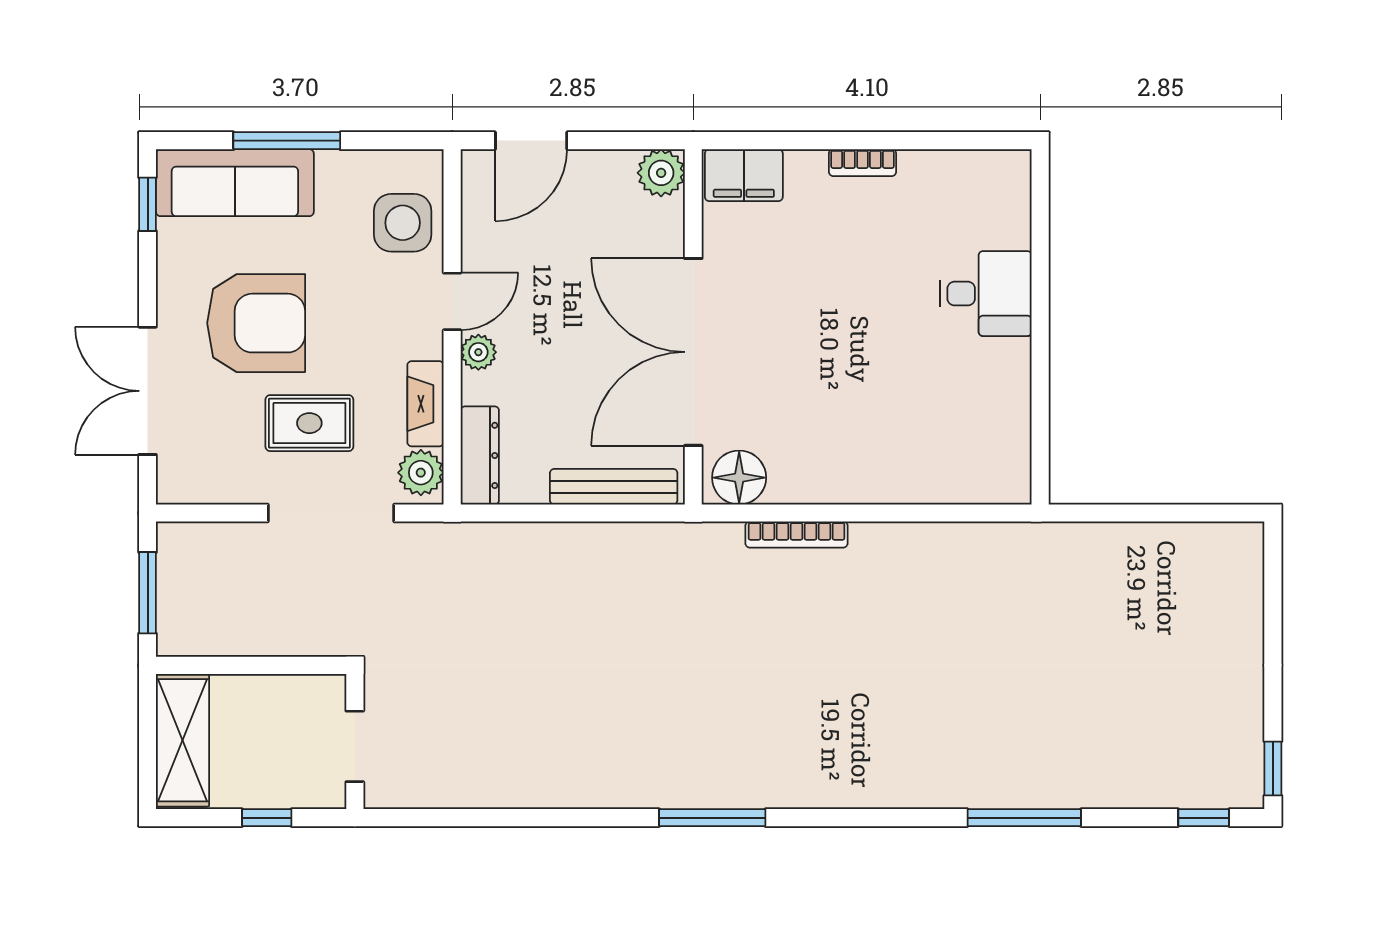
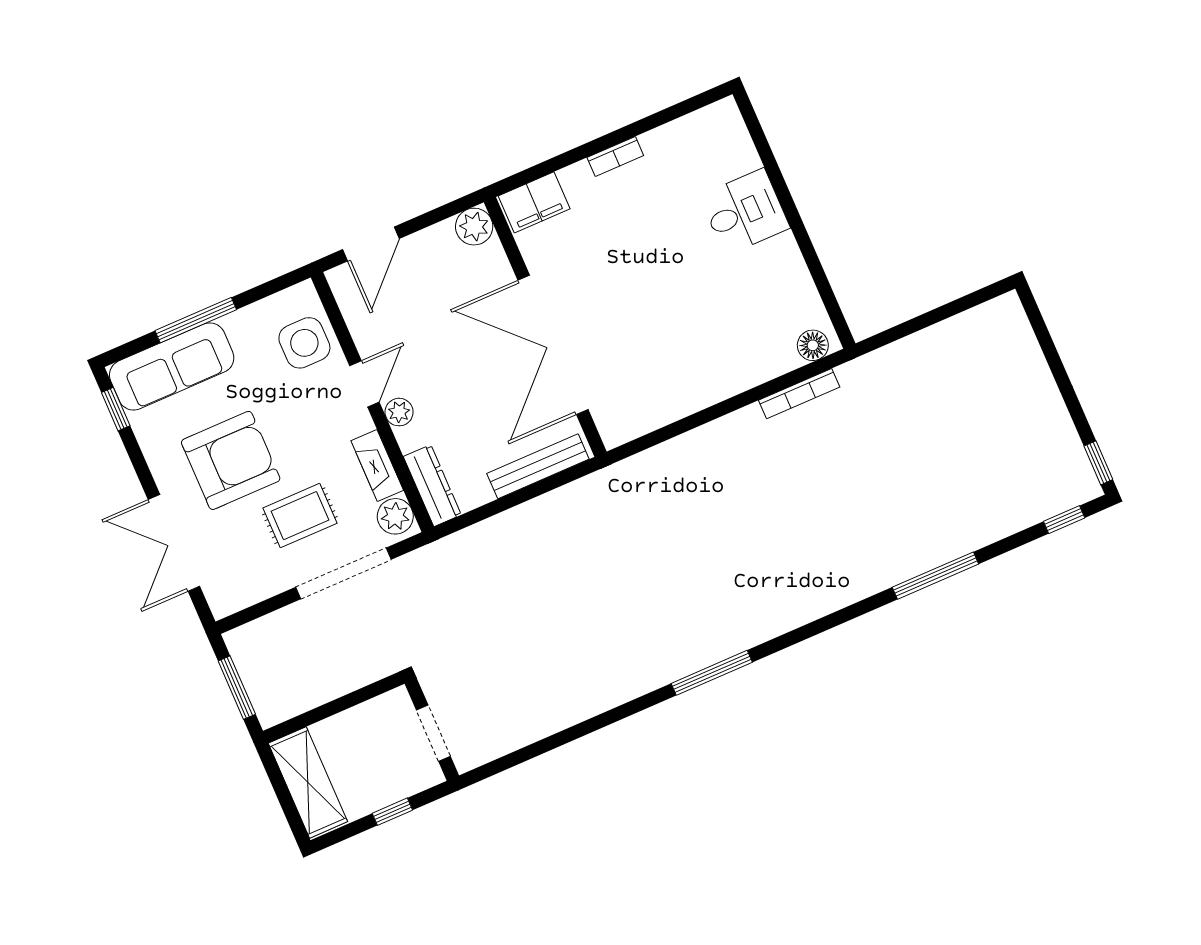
floor lamp: (739, 478) -> (813, 345), moved, width x0.73, depth x0.73
bookcase: (796, 535) -> (799, 394), moved

